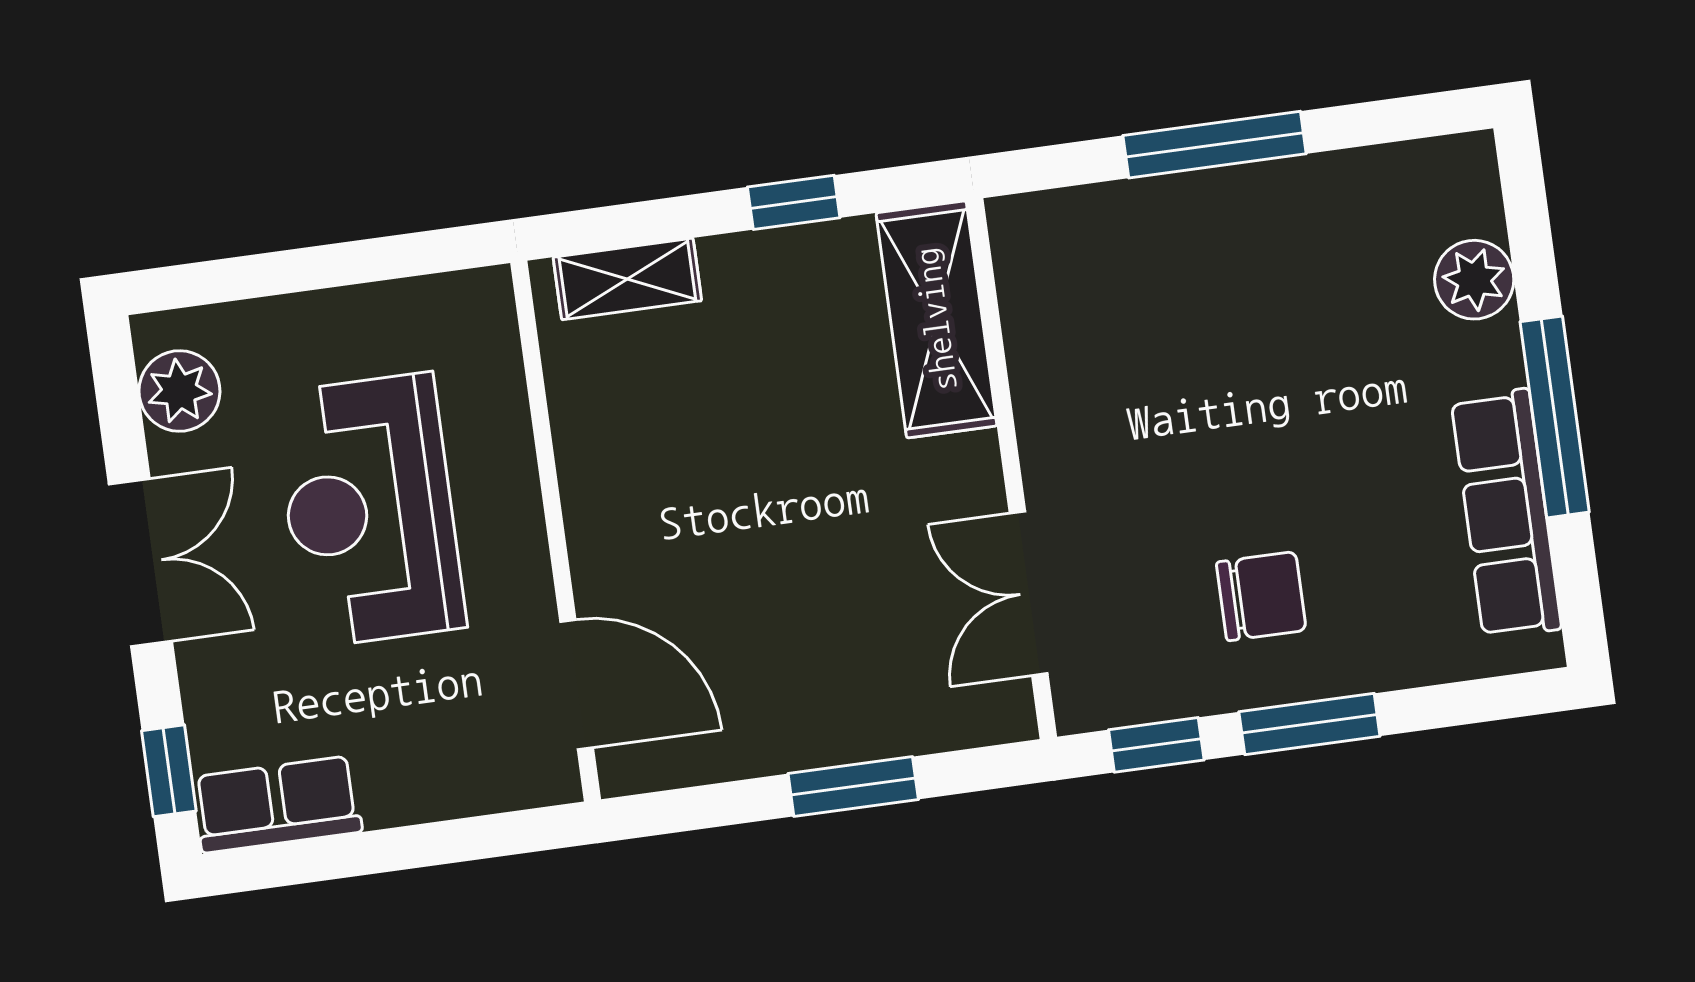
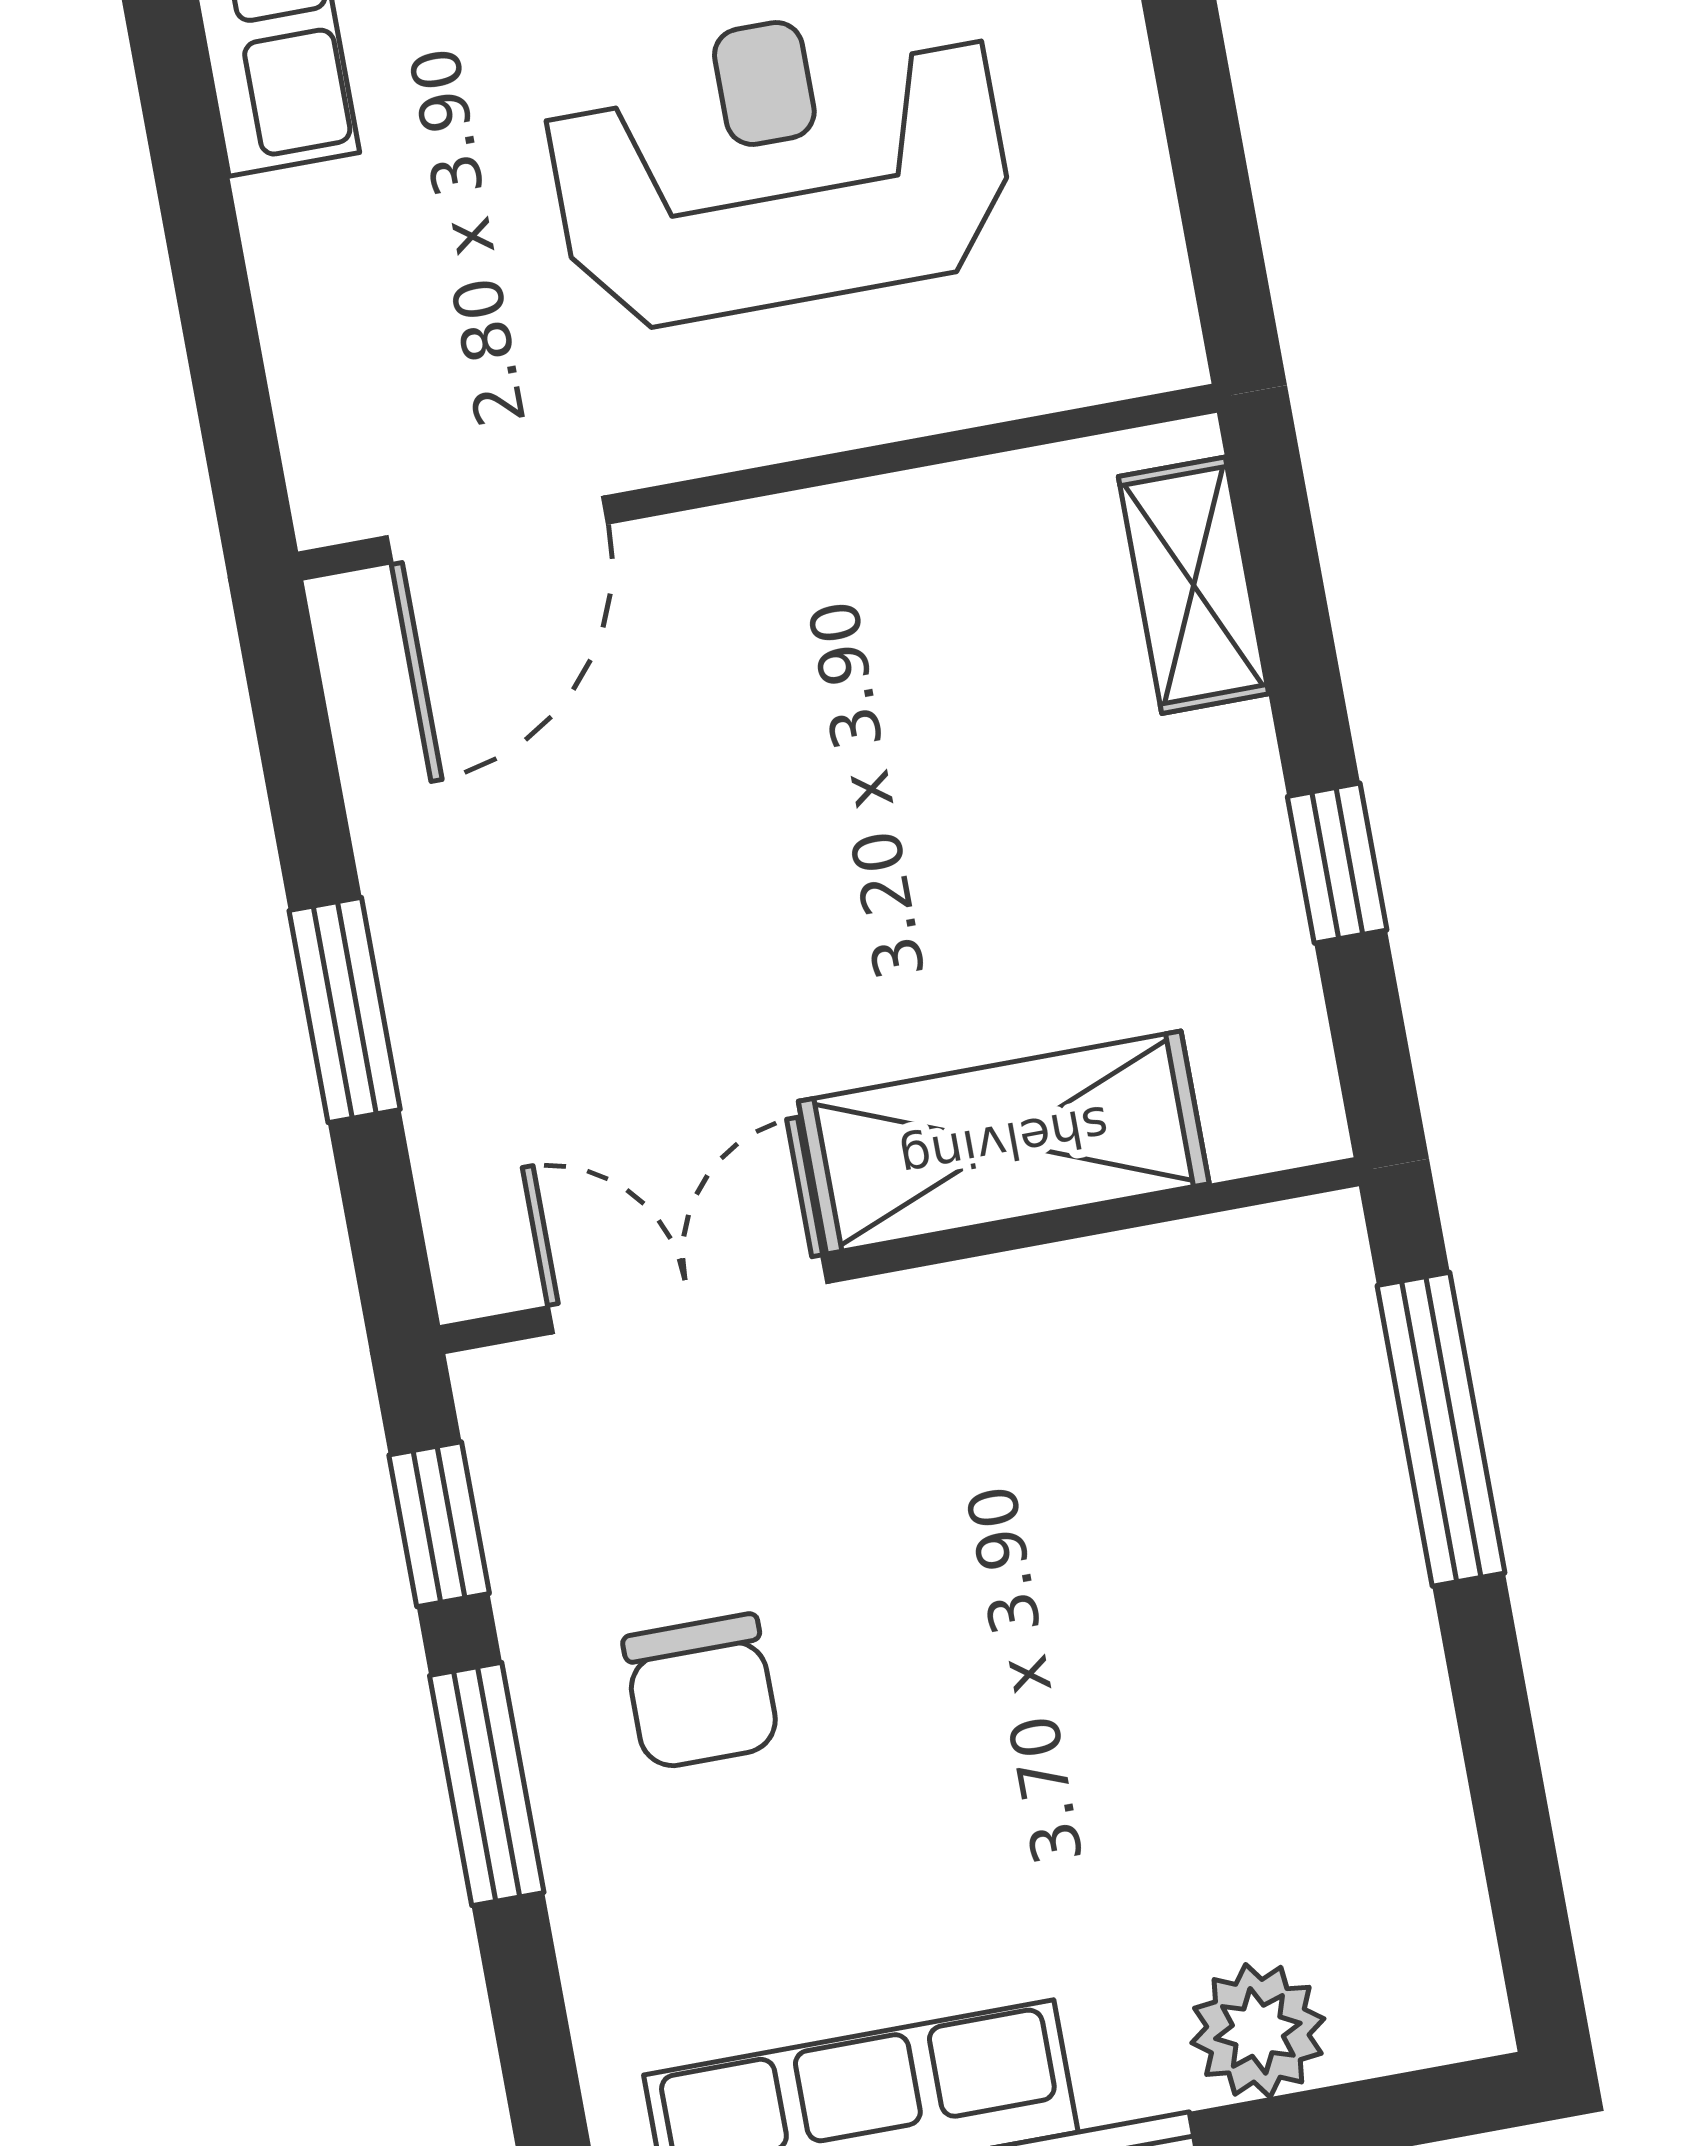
window: (1215, 145) -> (1441, 1429), moved
shelving: (936, 319) -> (1004, 1142), moved

